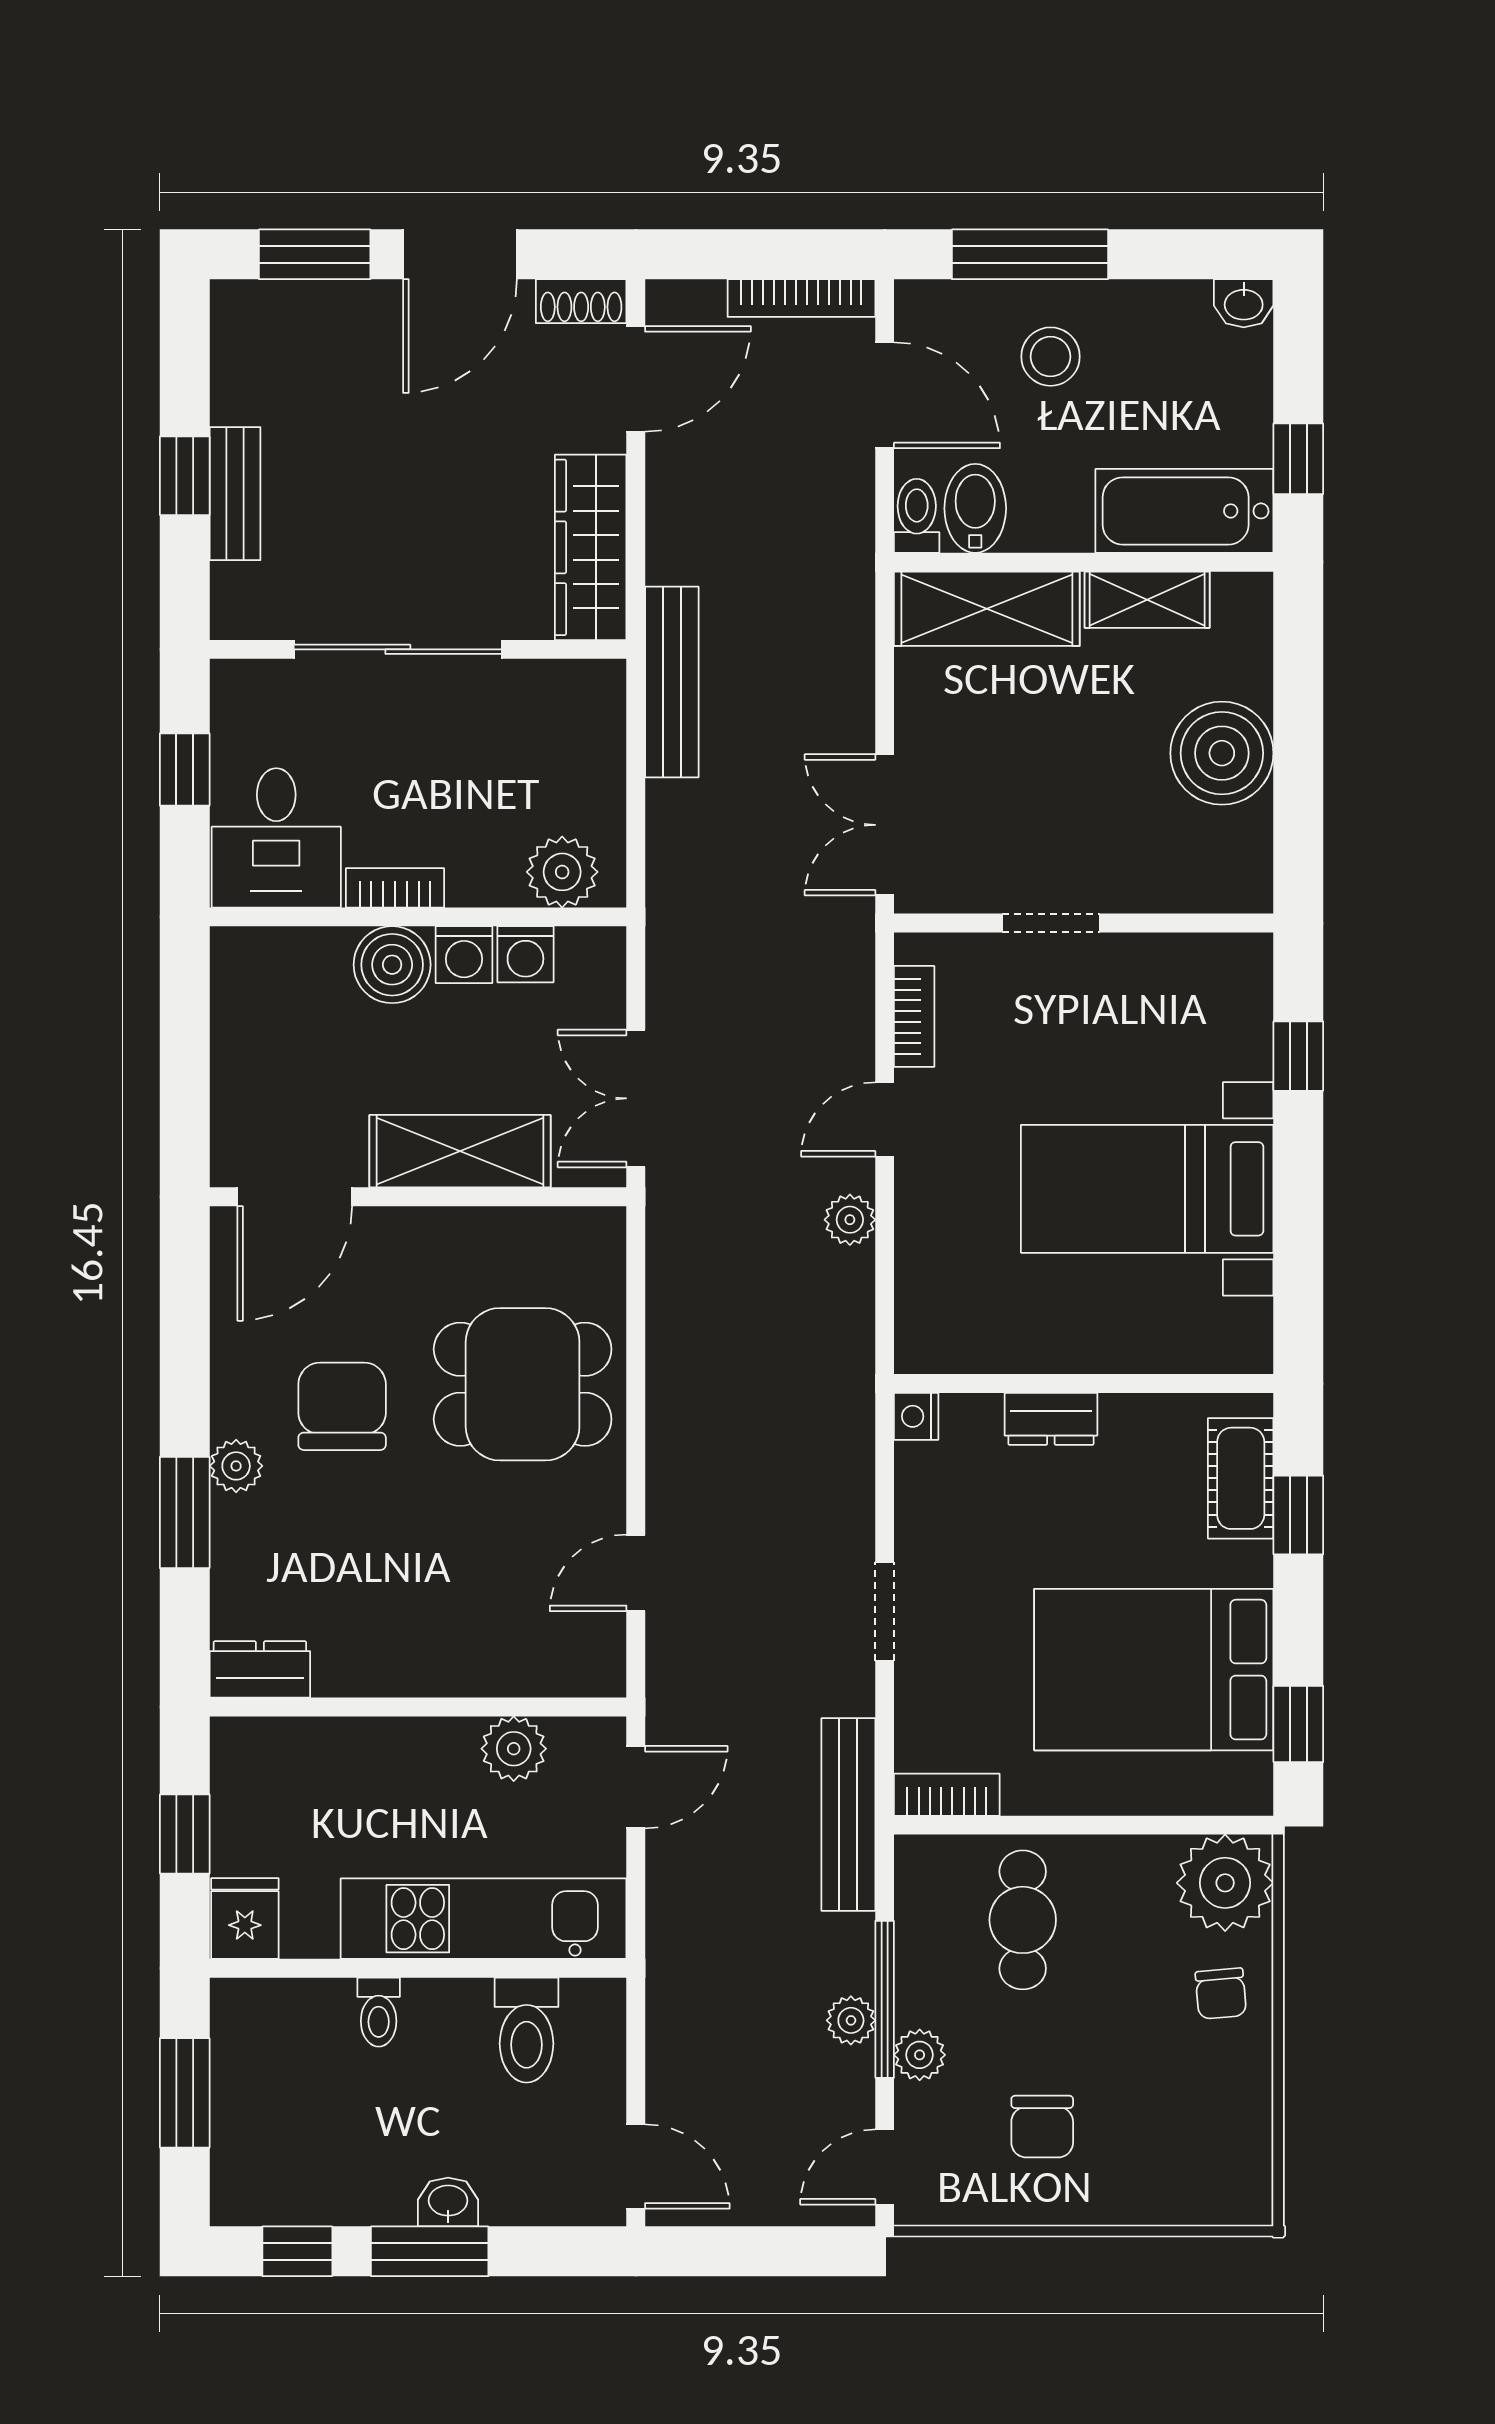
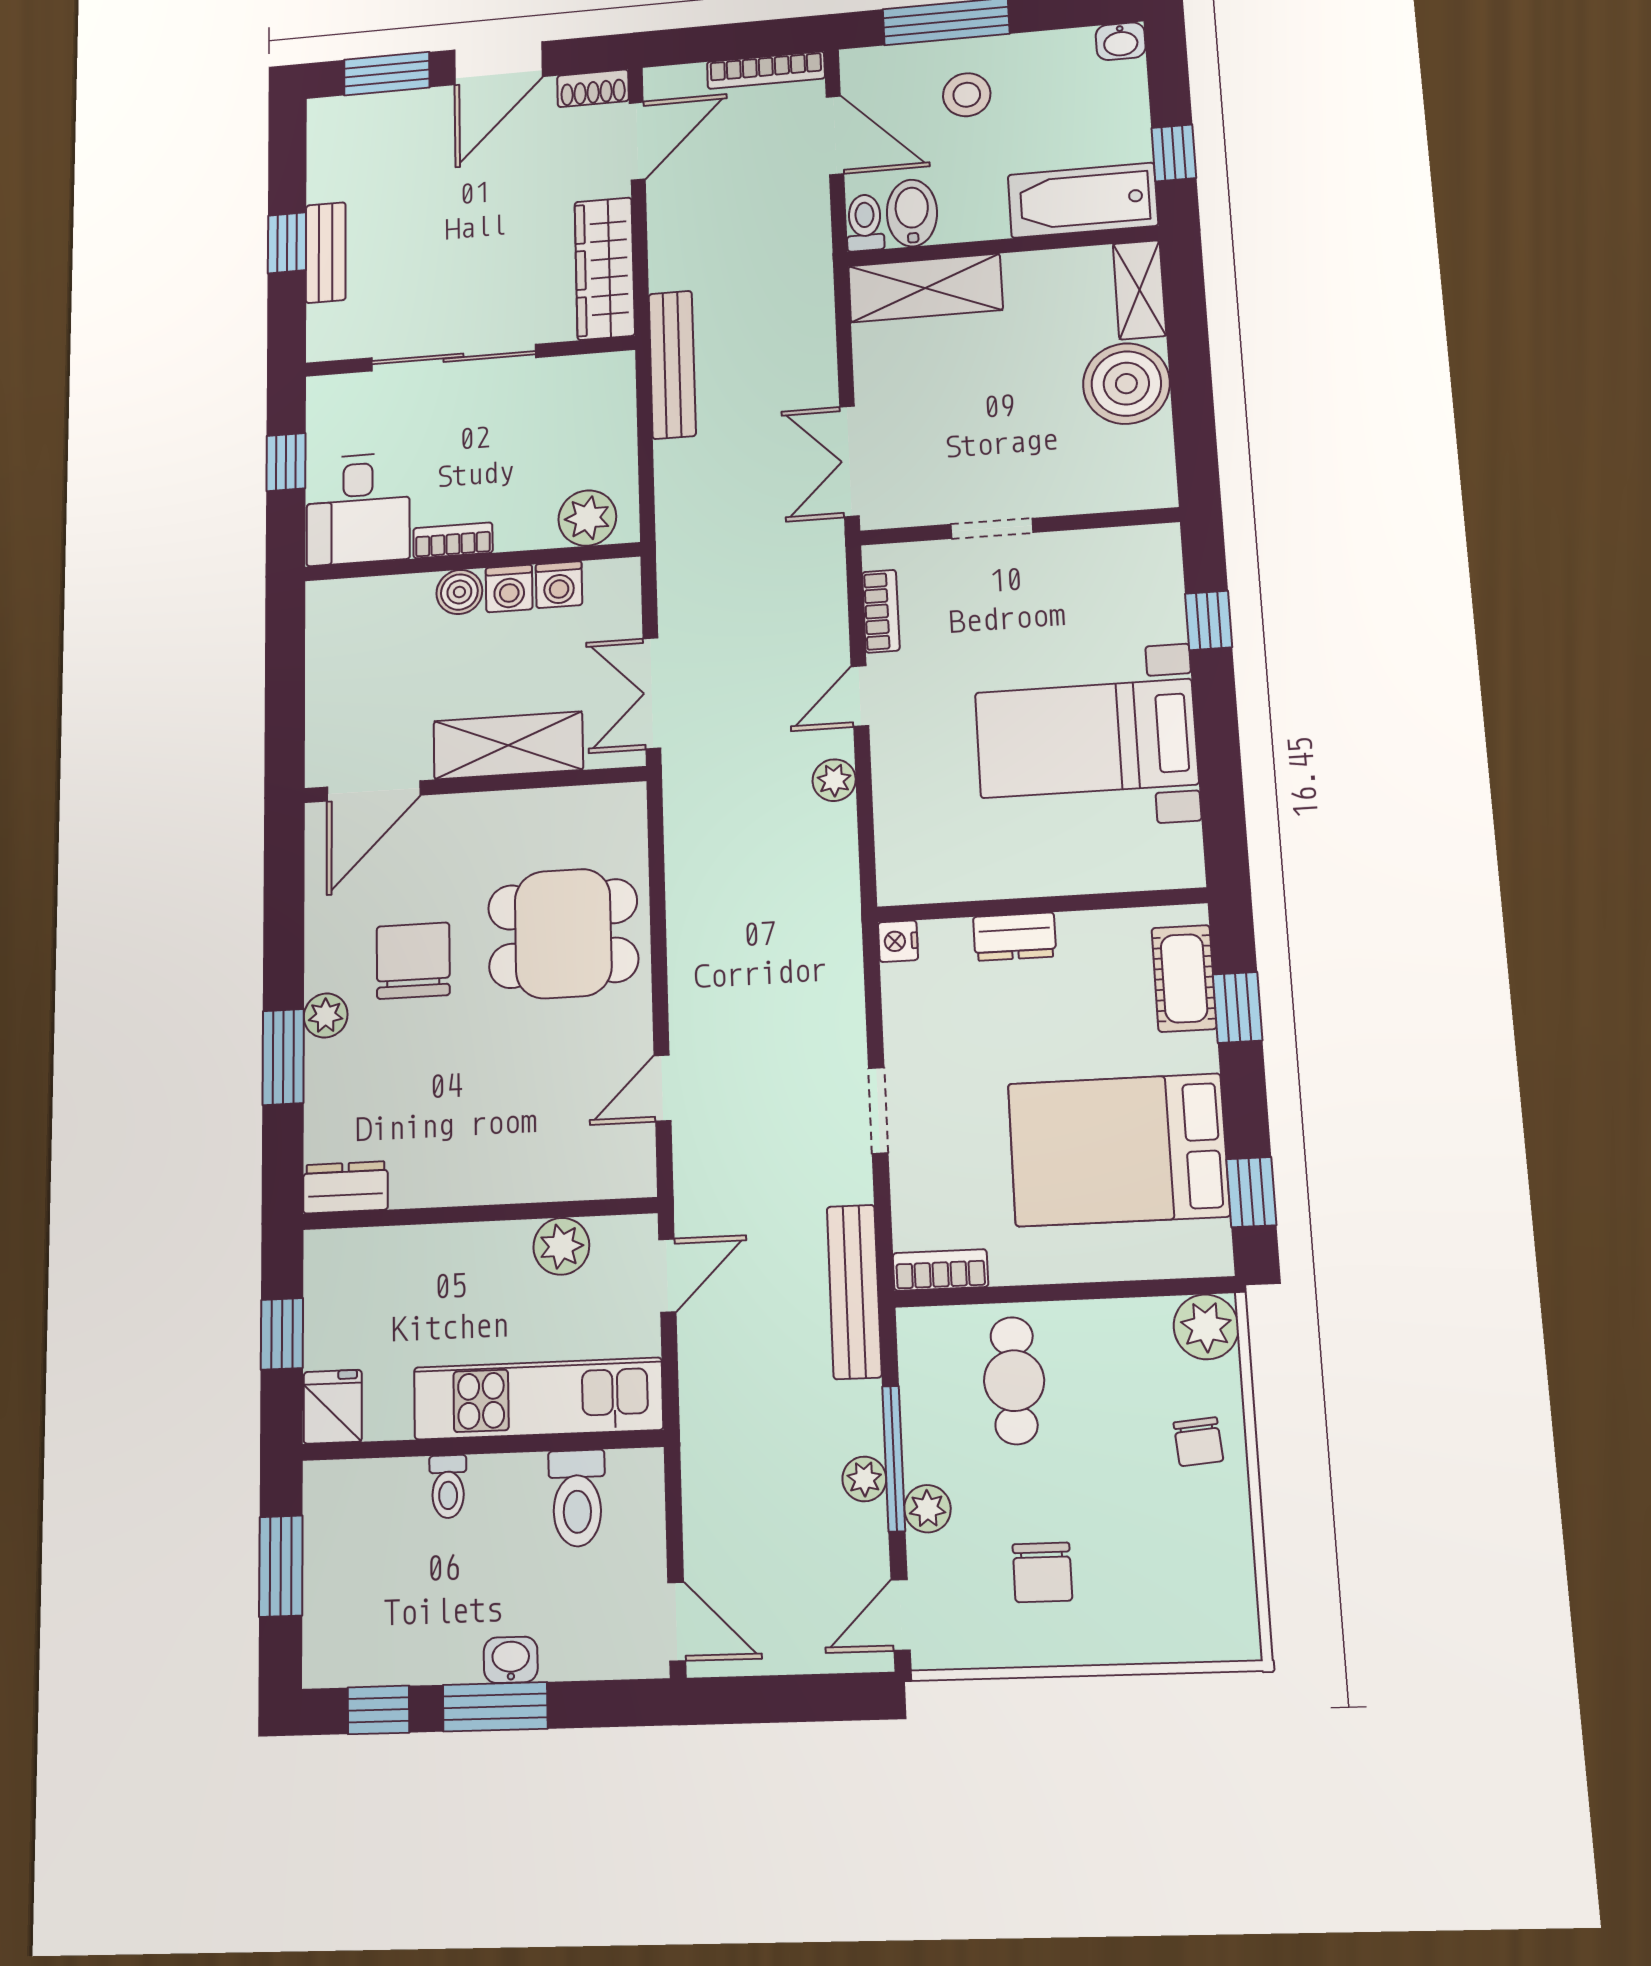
shelving: (1147, 600) -> (1140, 290), moved, turned 90
boiler: (392, 965) -> (459, 592), width x0.73, depth x0.73
plant: (1225, 1883) -> (1206, 1327), width x0.73, depth x0.73

